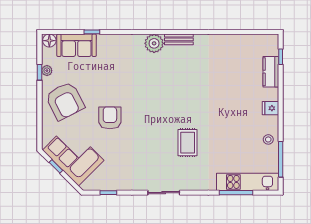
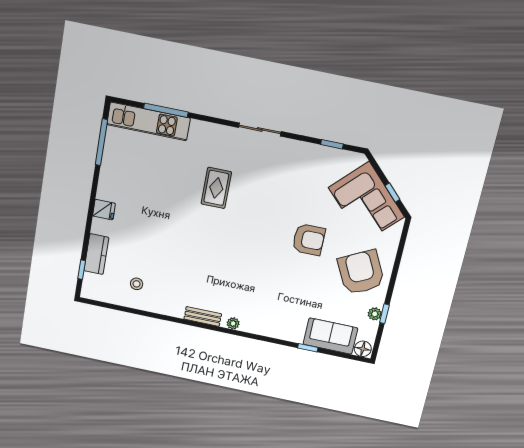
plant: (154, 43) -> (233, 323), width x0.53, depth x0.53
armchair: (110, 118) -> (309, 240), turned -90
stool: (268, 139) -> (137, 284), moved

